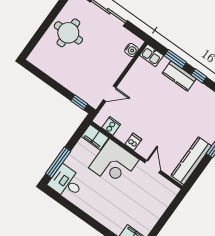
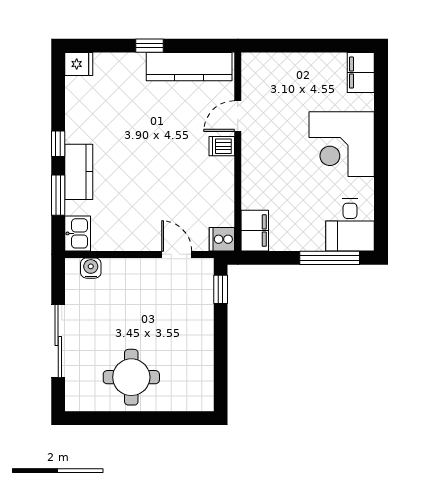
cooker: (111, 126) -> (222, 239), moved
dishwasher: (133, 142) -> (222, 146), moved
corner desk: (114, 164) -> (342, 144), moved, turned 180

